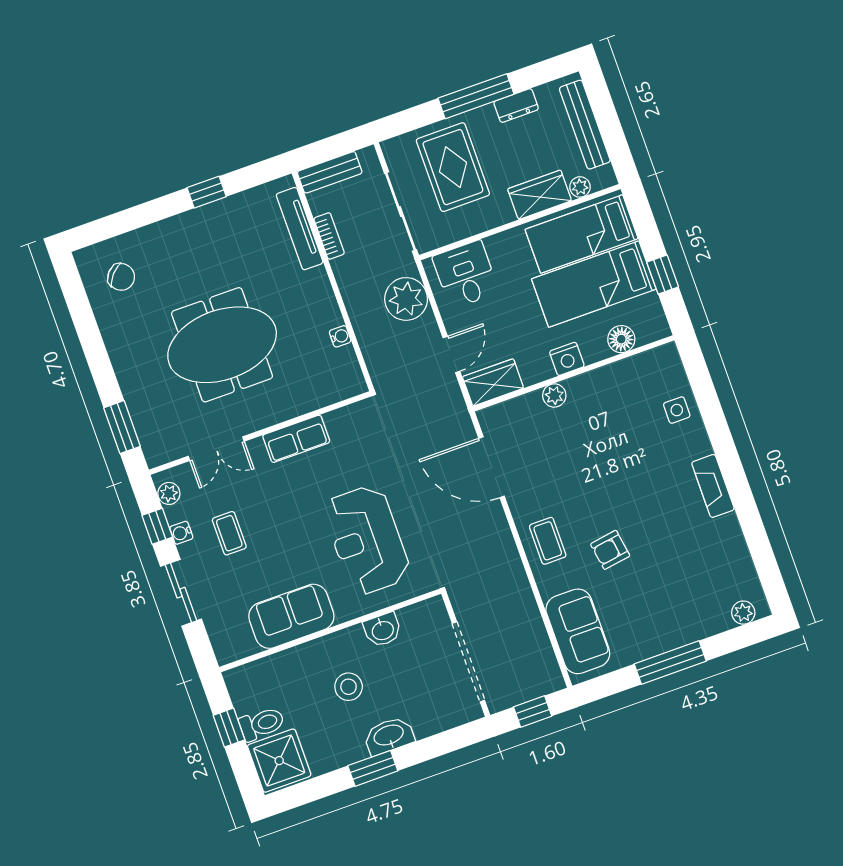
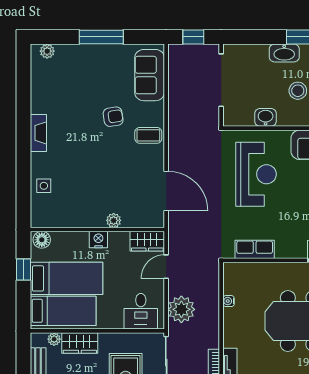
floor lamp: (621, 339) -> (42, 240), moved
row of seats: (296, 439) -> (255, 249), moved
coffee table: (548, 541) -> (148, 135), turned 90

